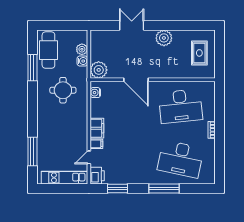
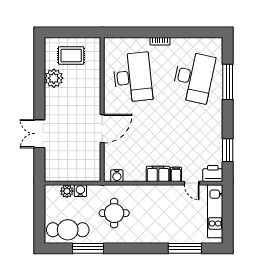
plant: (164, 38) -> (54, 78), moved
plant: (99, 70) -> (91, 172), removed
window: (164, 189) -> (228, 82), moved

